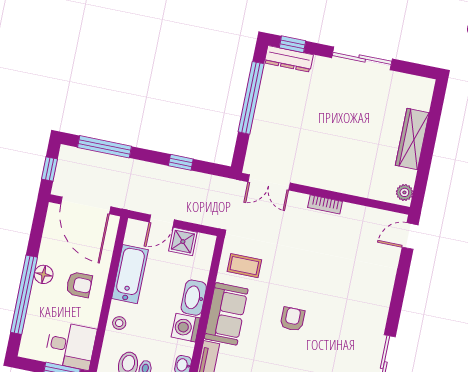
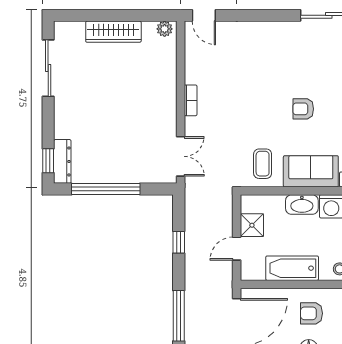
sliding door: (362, 58) -> (48, 68), moved
door: (162, 221) -> (237, 249), swing flipped
armchair: (79, 285) -> (311, 313), turned -90

